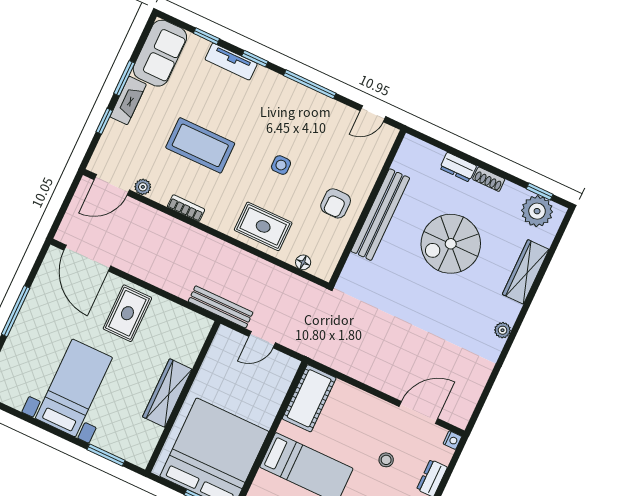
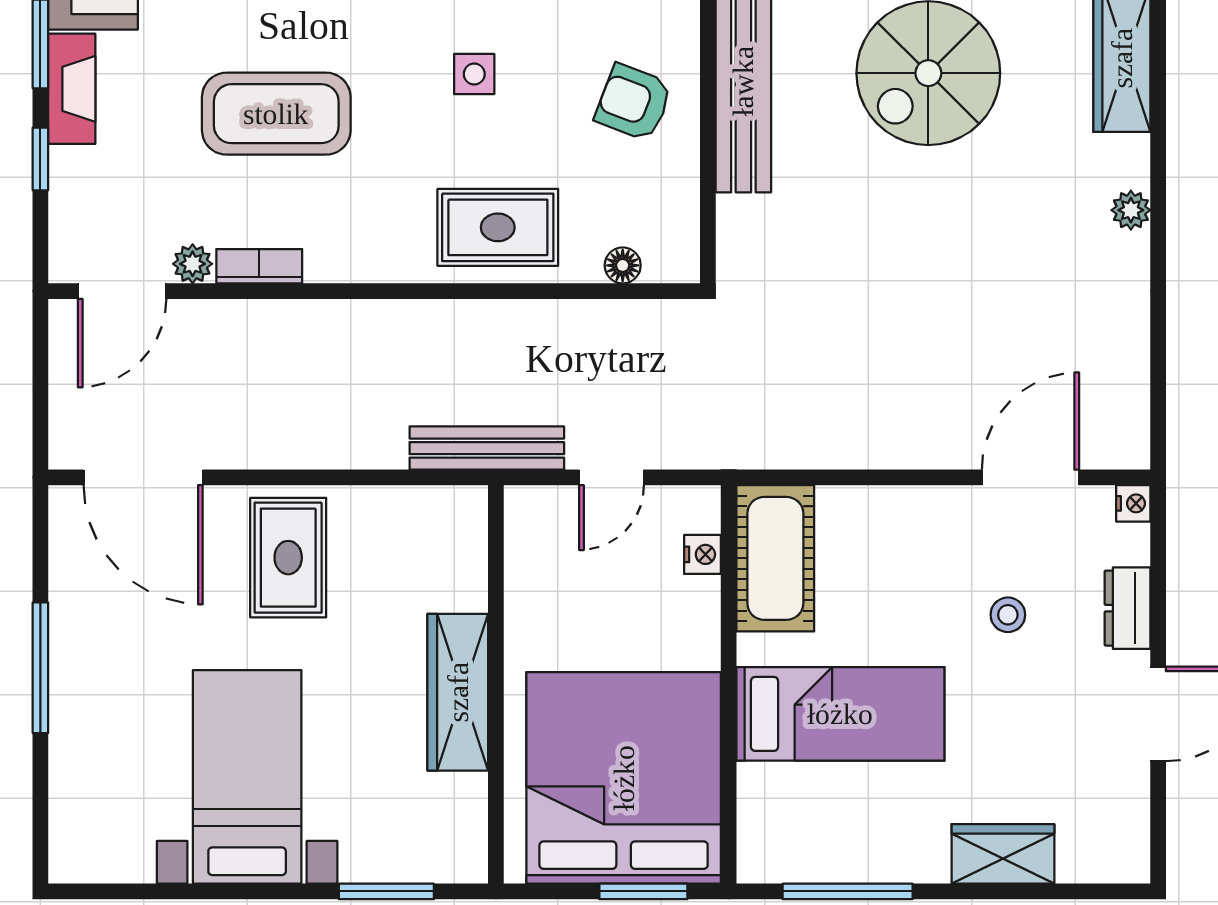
armchair: (336, 203) -> (634, 102), turned 111
bookcase: (186, 208) -> (259, 266), moved
nightstand: (283, 384) -> (702, 554), added

